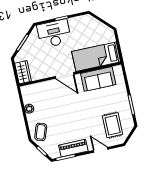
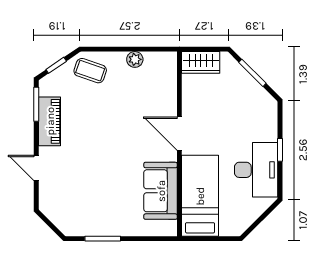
desk: (54, 34) -> (256, 170), moved
door: (65, 75) -> (179, 134), hinge flipped
rug: (113, 125) -> (75, 198), removed
door: (101, 150) -> (36, 168), swing flipped

